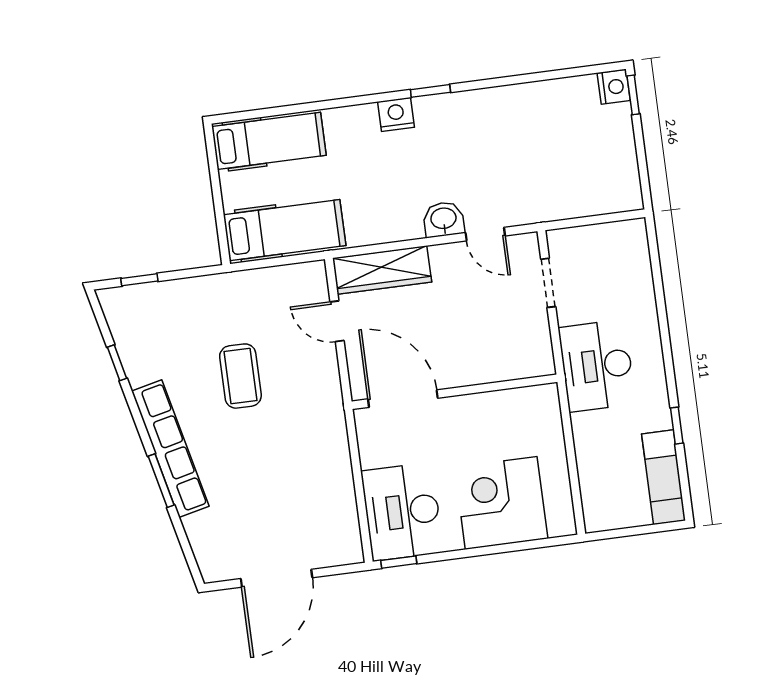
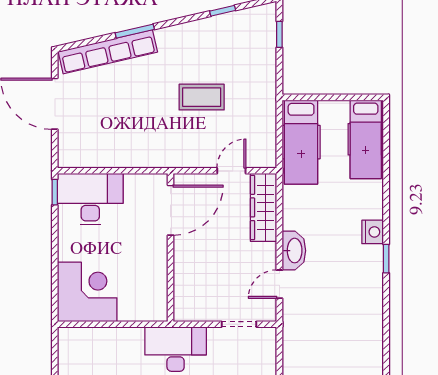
washbasin: (444, 219) -> (294, 251), width x1.38
row of seats: (170, 449) -> (108, 52), moved
corner desk: (501, 503) -> (87, 292), moved

